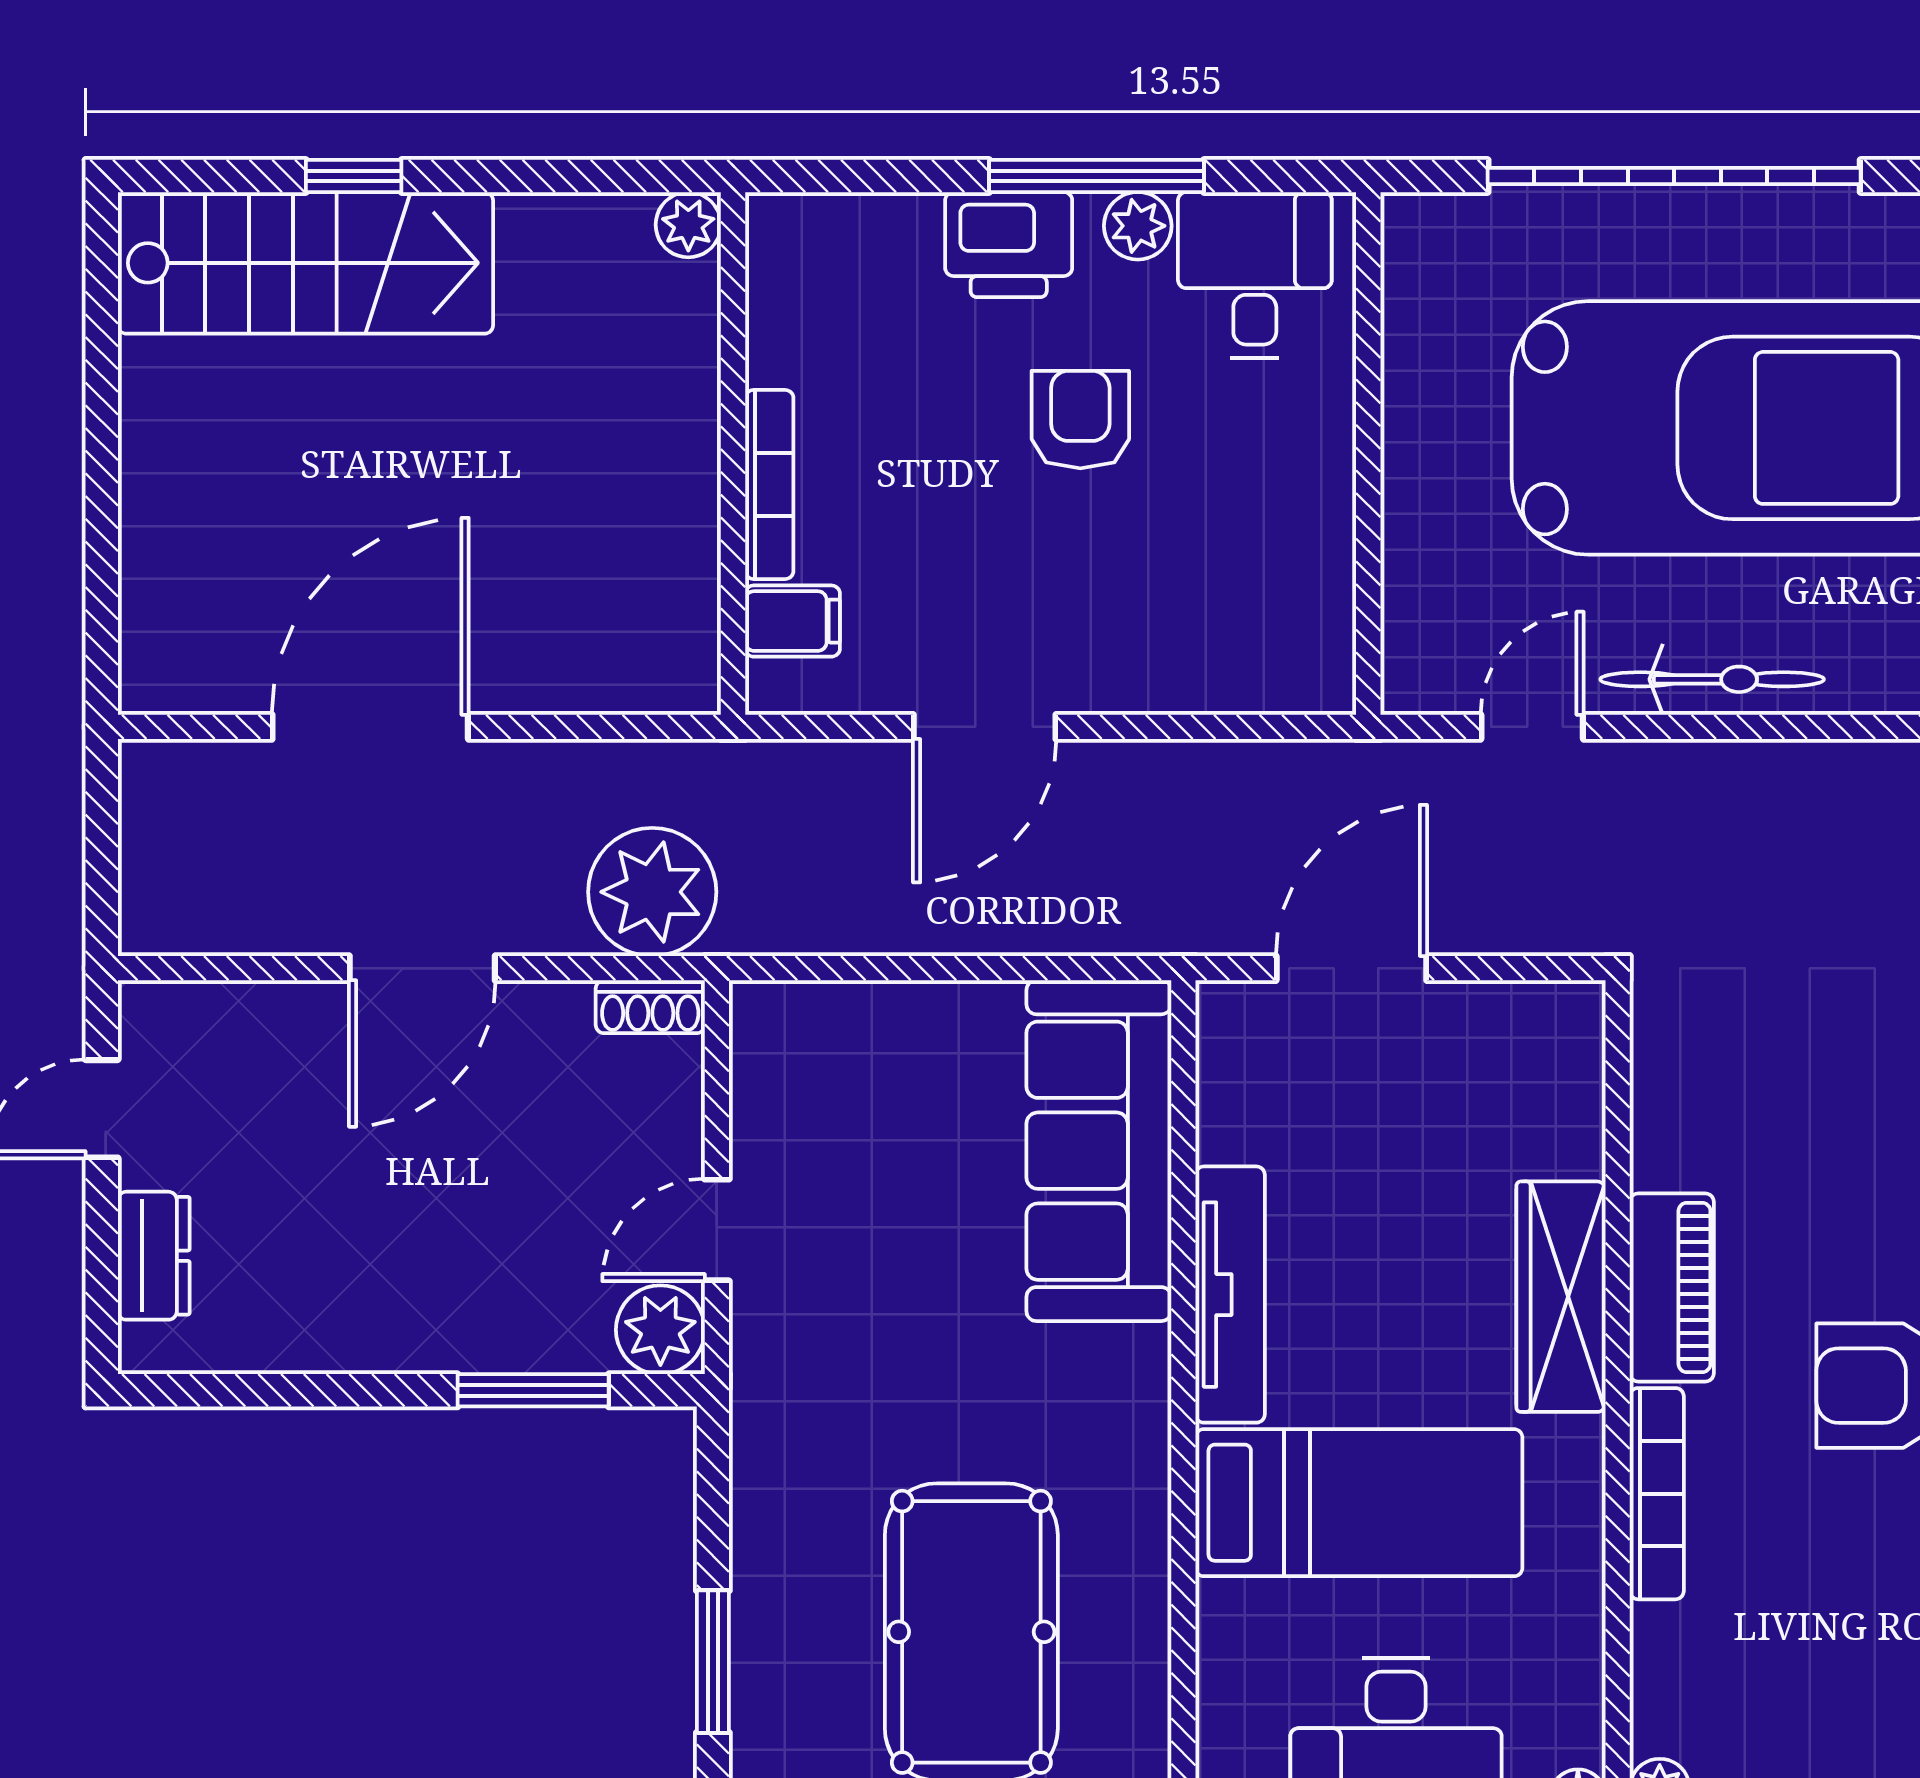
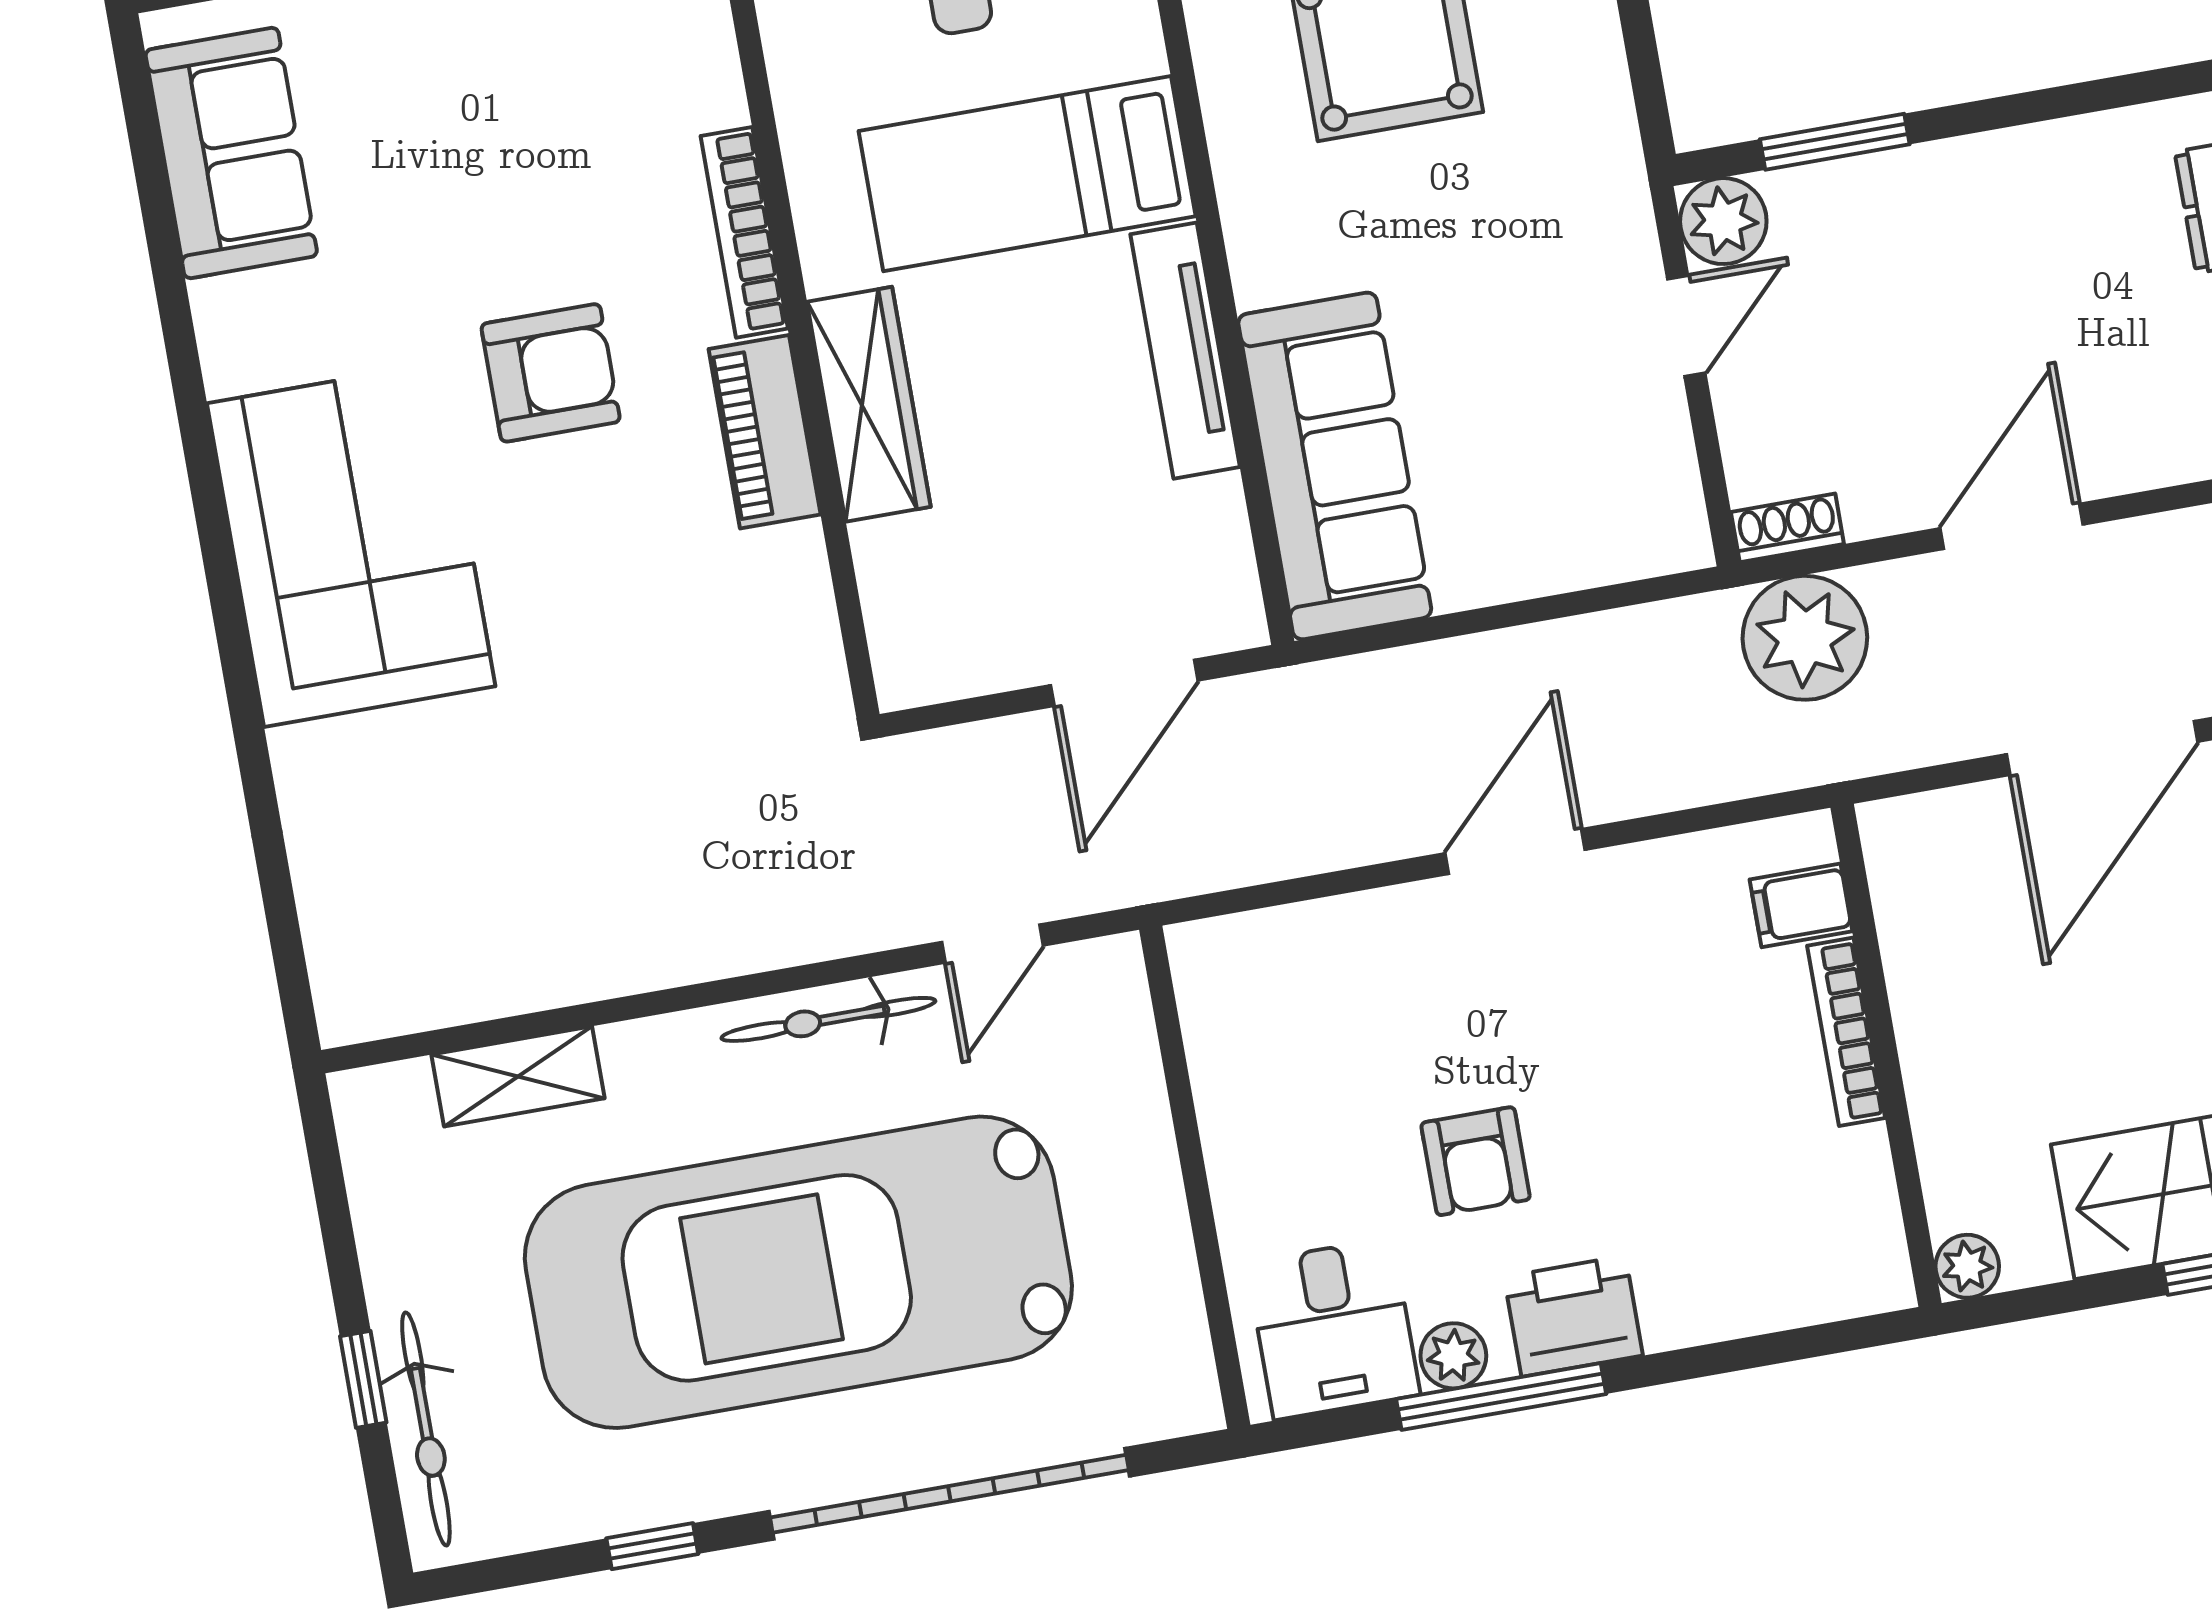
plant: (688, 225) -> (1967, 1266), moved
wall: (733, 453) -> (1886, 1055), moved
bookcase: (769, 484) -> (1846, 1032), moved
filing cabinet: (792, 621) -> (1801, 905), moved

